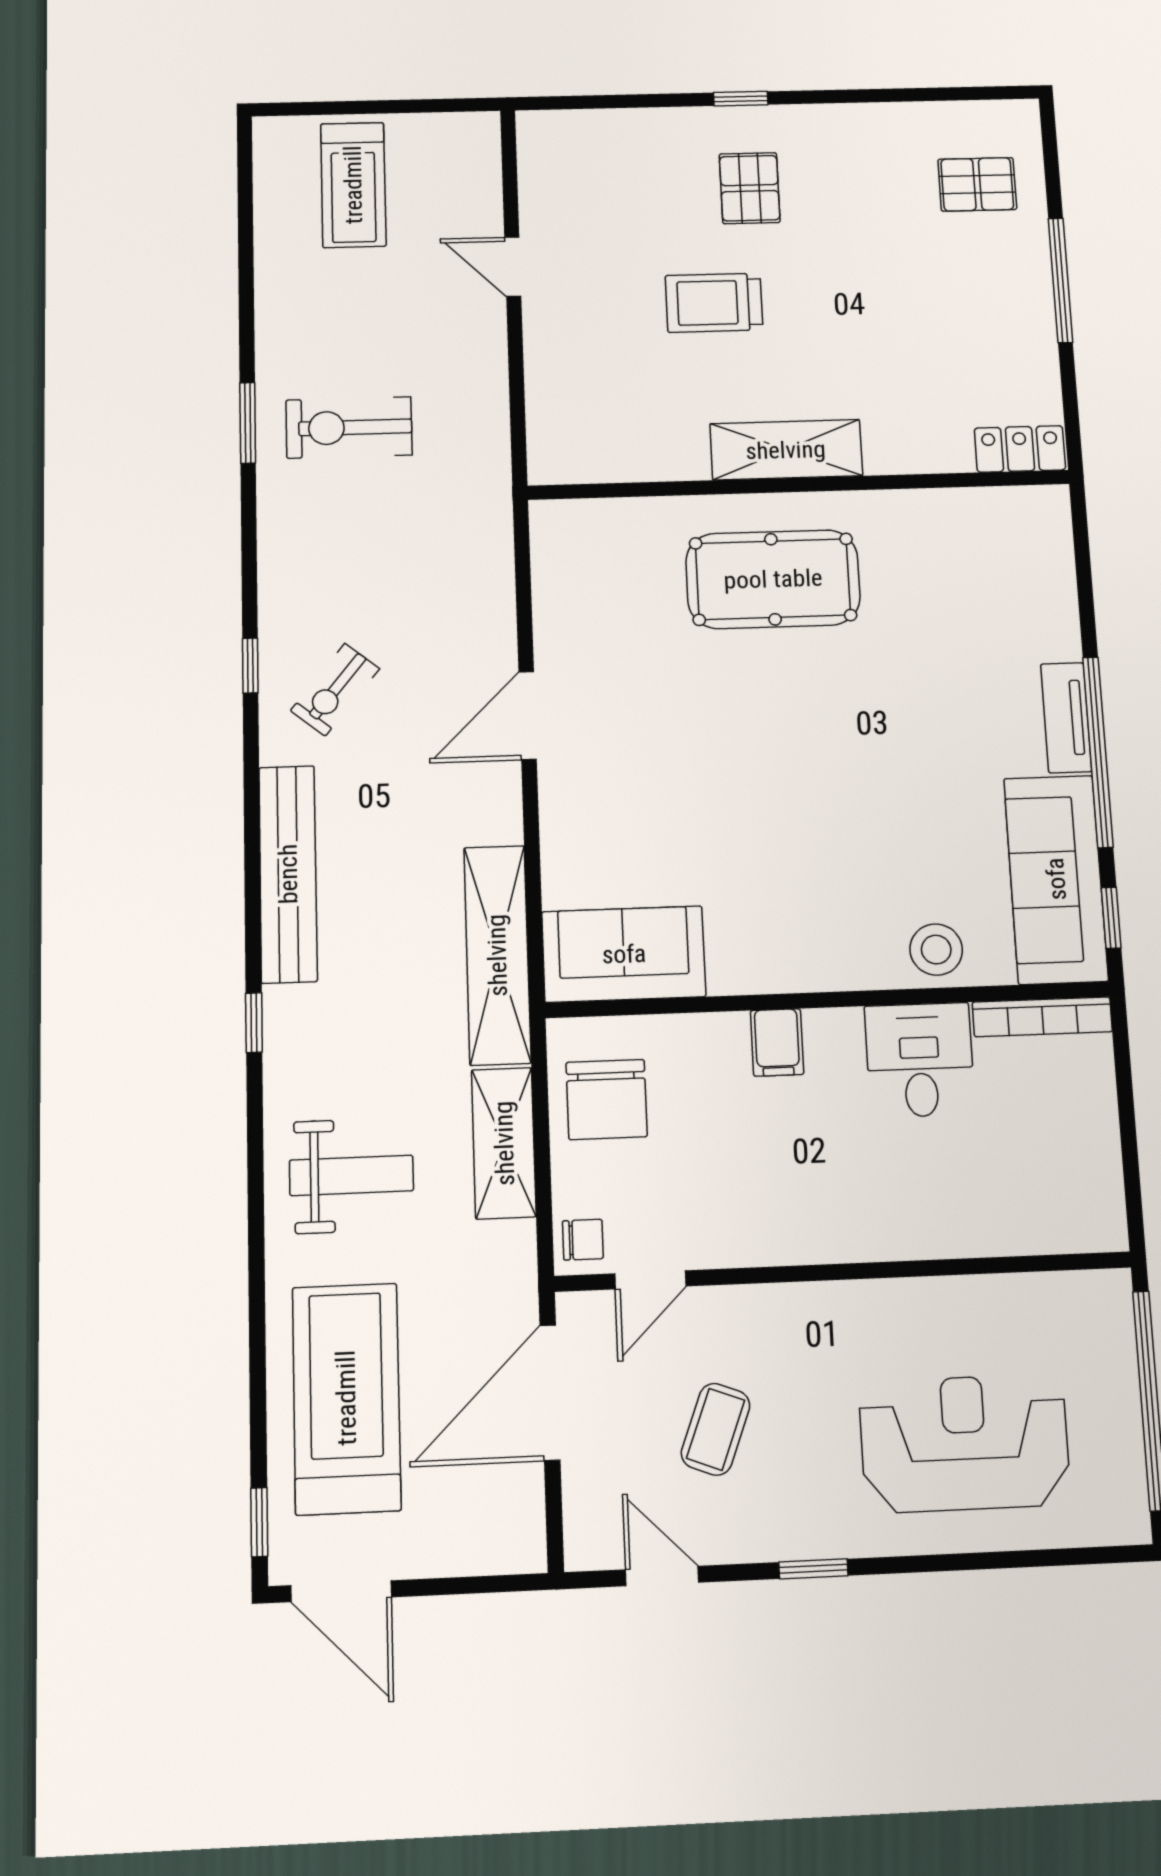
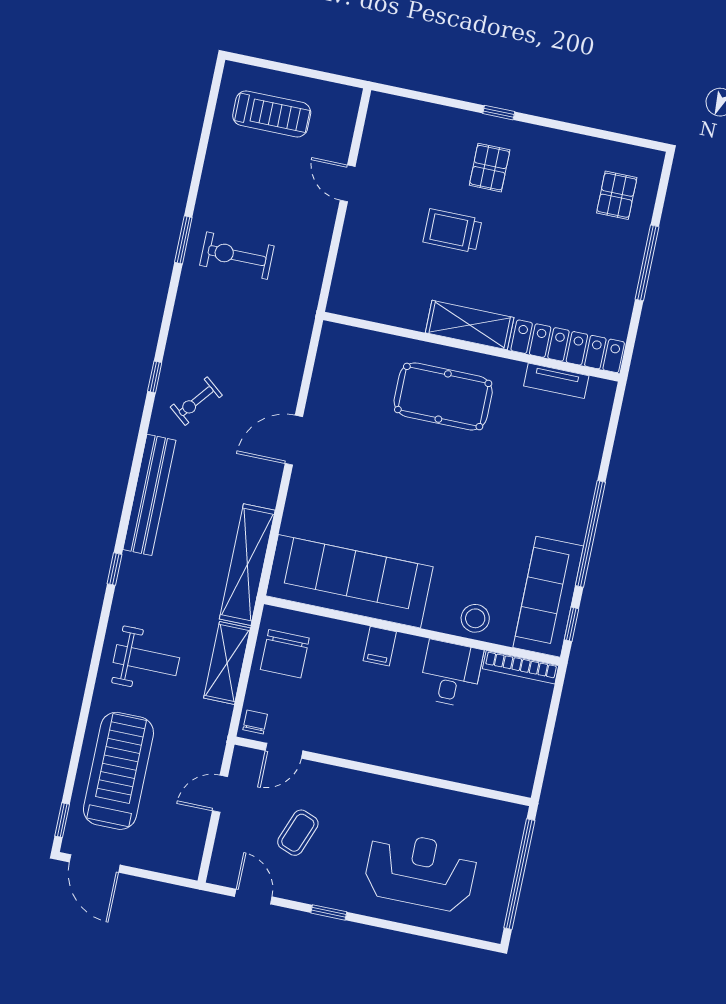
pallet: (977, 184) -> (617, 195), turned 90
treadmill: (353, 185) -> (272, 114), turned -90
locker: (1020, 449) -> (568, 346), width x2.16, depth x1.21
tv unit: (1066, 718) -> (556, 381), moved, turned -90
sofa: (624, 954) -> (349, 581), width x1.85, depth x1.27
chair: (583, 1240) -> (255, 722), turned -90
door: (550, 1393) -> (220, 794), width x0.53

